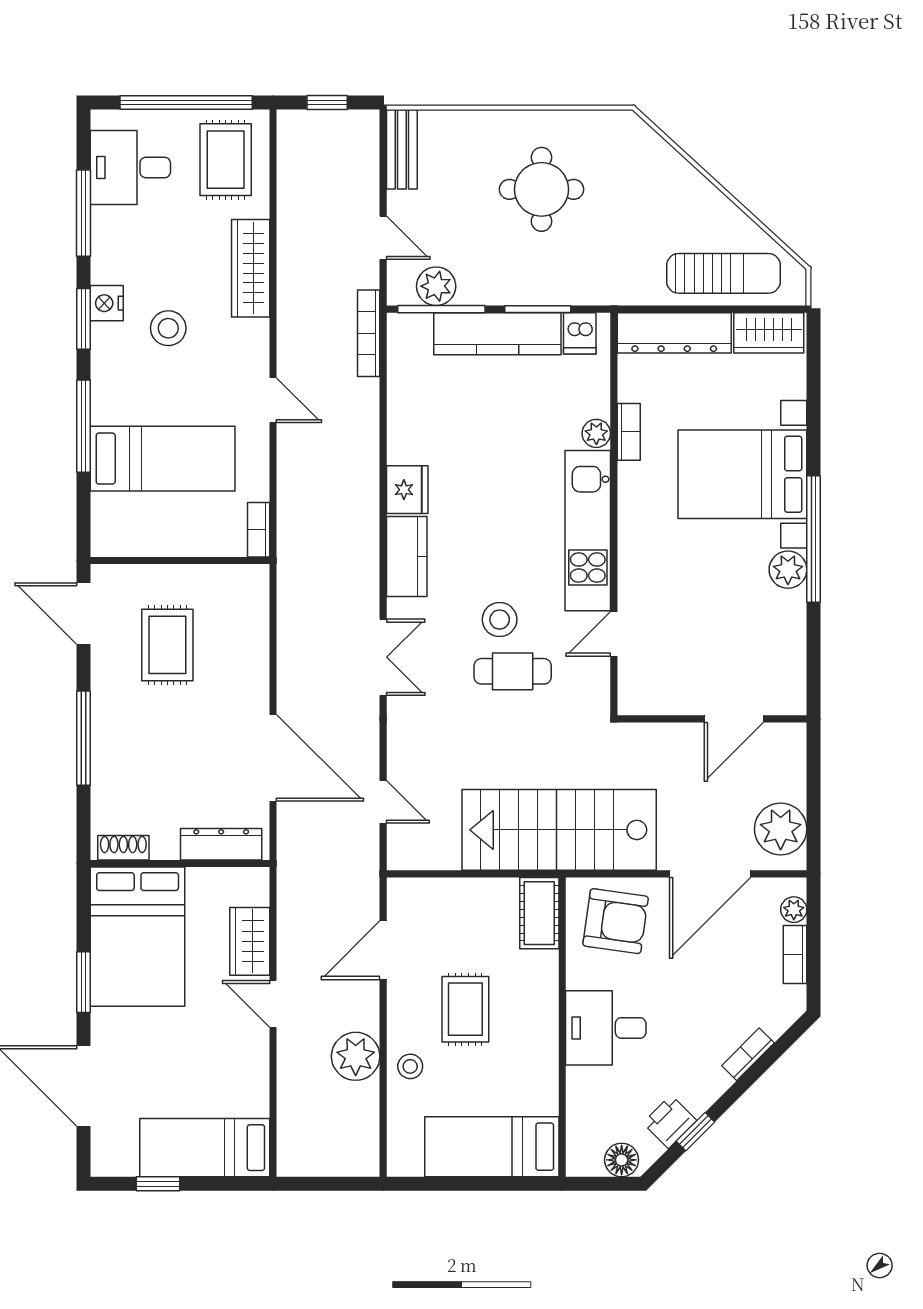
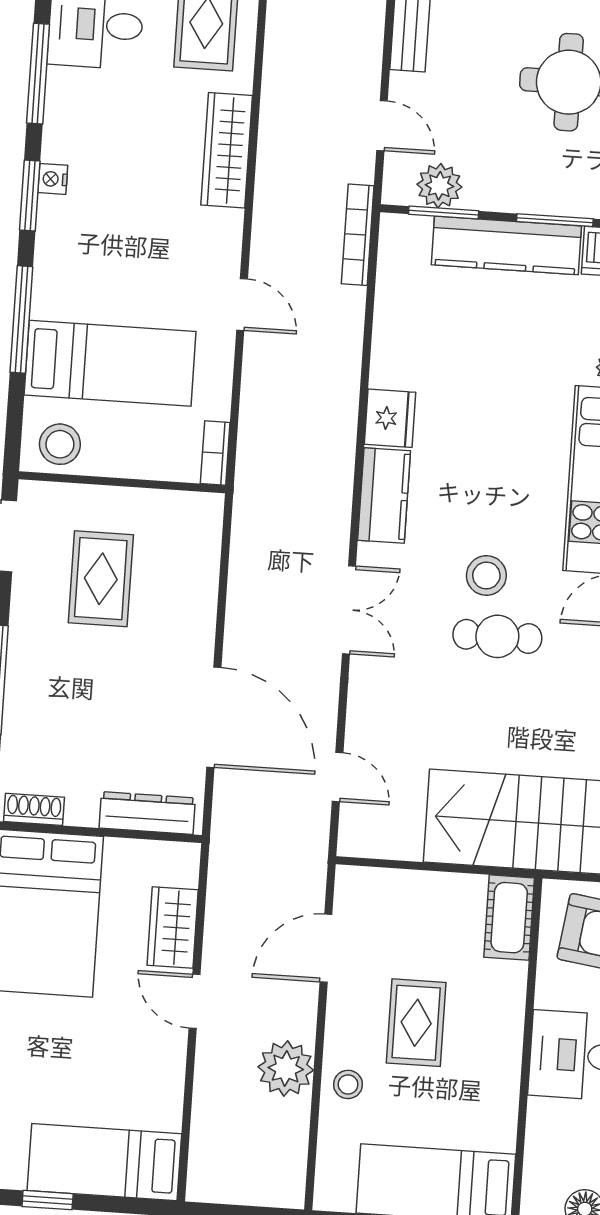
nightstand: (107, 303) -> (53, 179), width x0.72, depth x0.74
window: (441, 309) -> (444, 213), width x0.69
stool: (168, 328) -> (60, 444), moved

